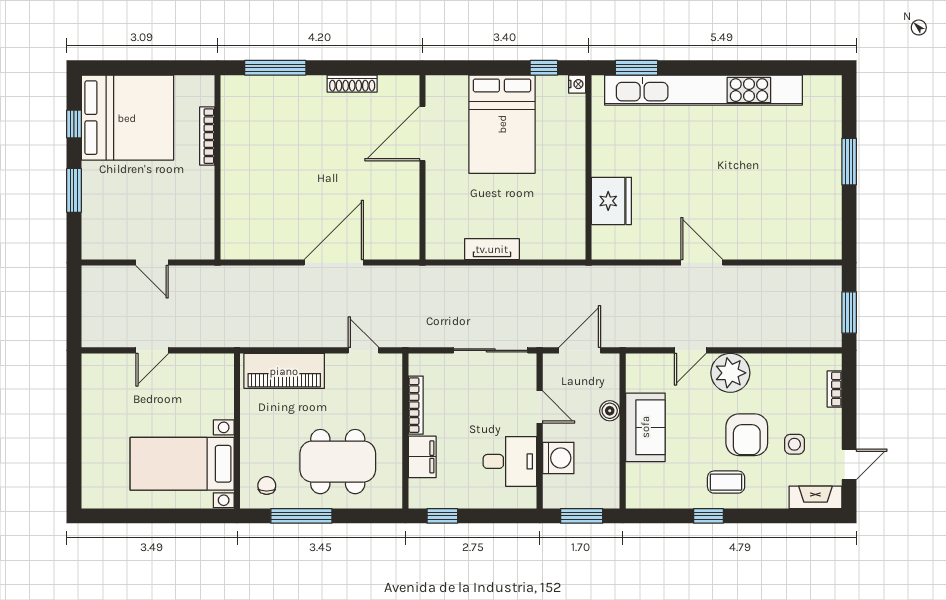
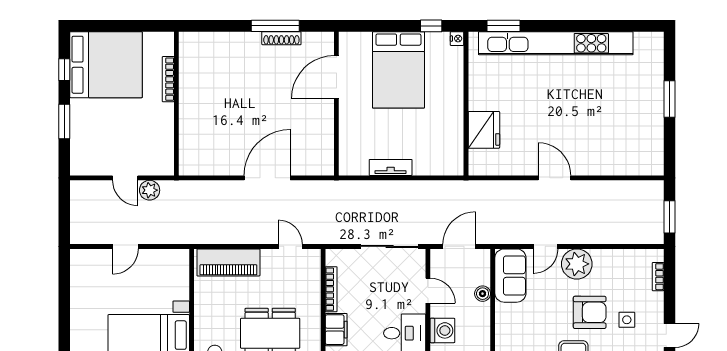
window: (275, 68) -> (275, 26), moved
plant: (183, 278) -> (150, 190), added
sofa: (645, 427) -> (510, 276), moved
armchair: (747, 435) -> (590, 312), turned -90

